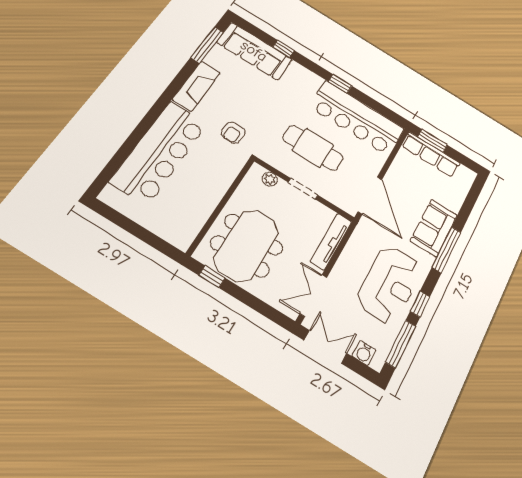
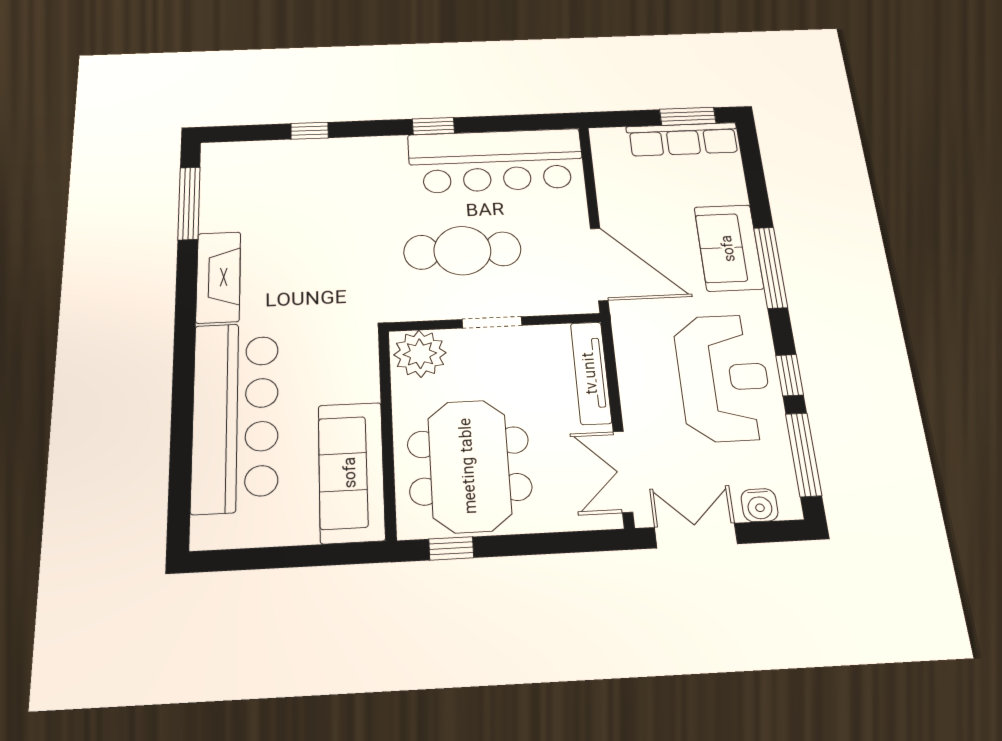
sofa: (254, 51) -> (351, 472), moved, turned 90
armchair: (233, 133) -> (325, 310), removed
window: (433, 141) -> (688, 116), moved
row of seats: (431, 154) -> (683, 139), moved
plant: (270, 179) -> (420, 354), width x1.87, depth x1.87

